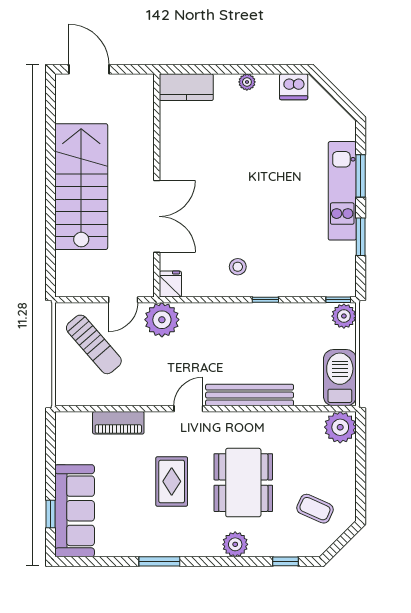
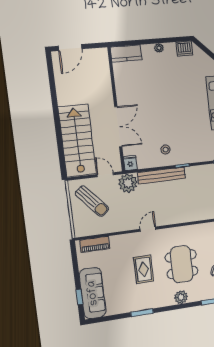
door: (89, 69) -> (70, 48), swing flipped
stairs: (81, 187) -> (77, 141), moved
door: (123, 300) -> (105, 175), swing flipped
bench: (250, 395) -> (162, 175), moved
piano: (118, 423) -> (95, 244), moved

